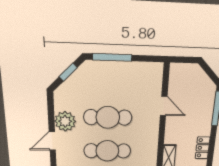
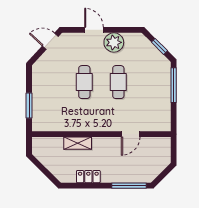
cafe table: (108, 117) -> (118, 82), width x0.73, depth x0.74
cafe table: (107, 151) -> (84, 82), width x0.73, depth x0.74

